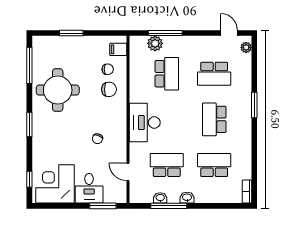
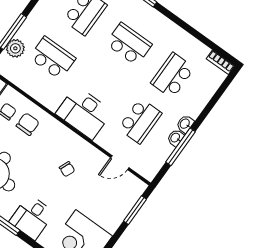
school desk: (214, 119) -> (129, 44), turned 180
school desk: (167, 165) -> (140, 121), turned 180
desk: (89, 188) -> (32, 217), moved, turned 90
washbasin: (160, 198) -> (175, 138), moved

